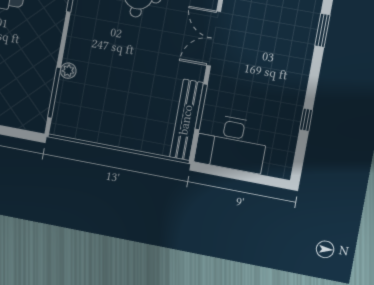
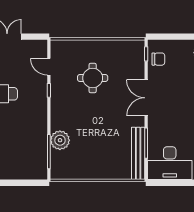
plant: (68, 71) -> (60, 140), width x1.88, depth x1.88

